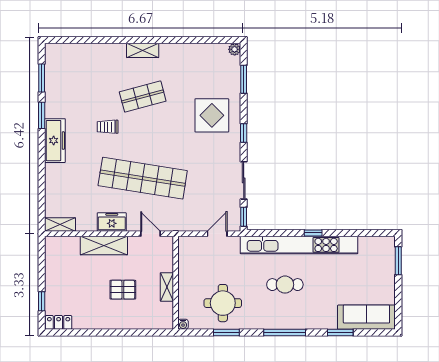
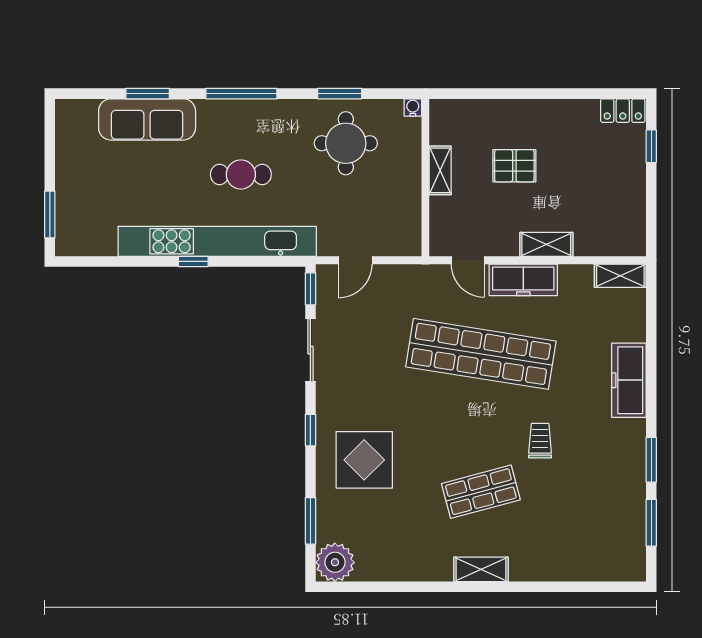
plant: (235, 49) -> (335, 562), width x1.87, depth x1.87
trolley: (108, 127) -> (540, 441), turned -90
freezer: (55, 141) -> (629, 380), moved
freezer: (112, 222) -> (523, 280), width x1.40
shelving: (104, 245) -> (546, 244), width x0.67, depth x0.75
sofa: (366, 317) -> (147, 119), moved

